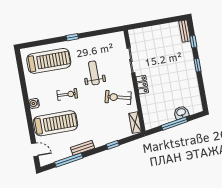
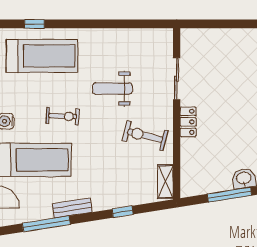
window: (72, 37) -> (34, 24), moved
weight bench: (94, 73) -> (112, 89), turned -90

